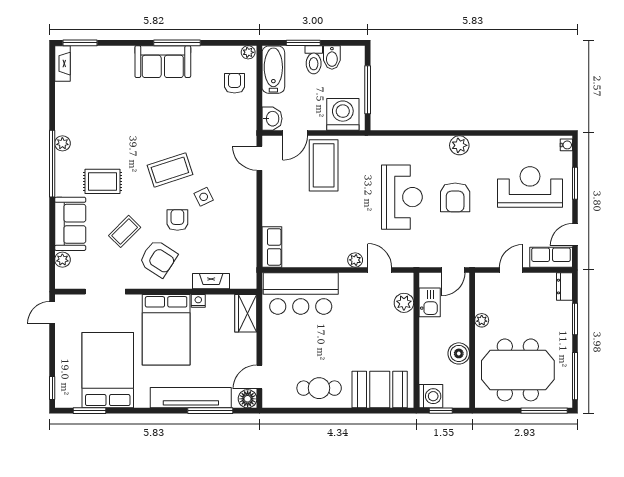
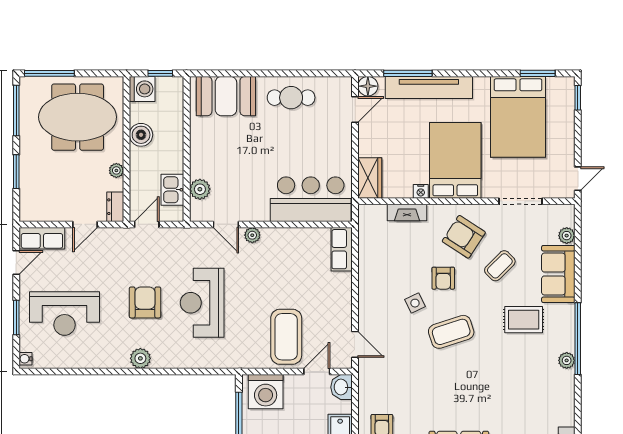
dresser: (565, 287) -> (115, 207), moved, turned 180
washing machine: (431, 396) -> (142, 89), moved, turned 180

